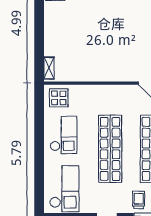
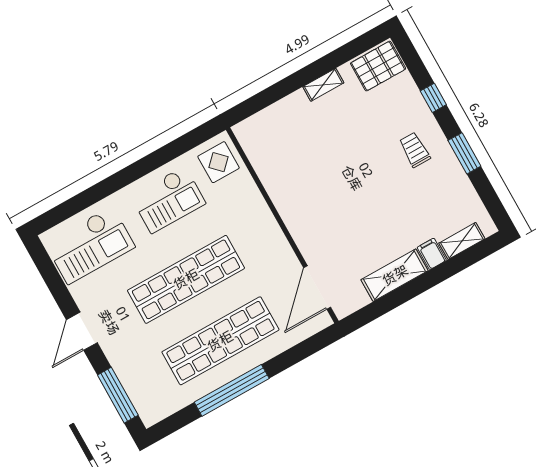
shelving: (49, 68) -> (323, 85), moved
trolley: (139, 200) -> (135, 363), removed

